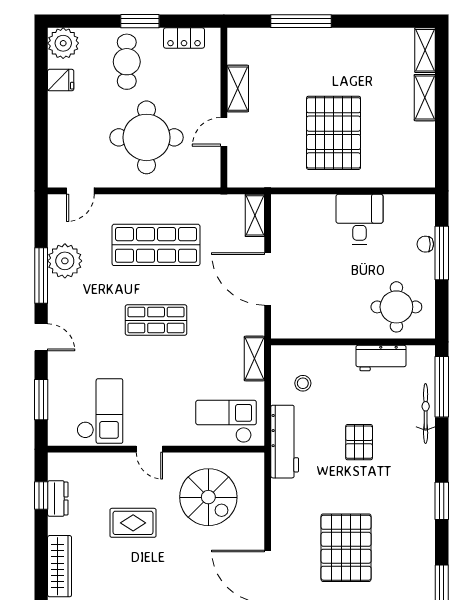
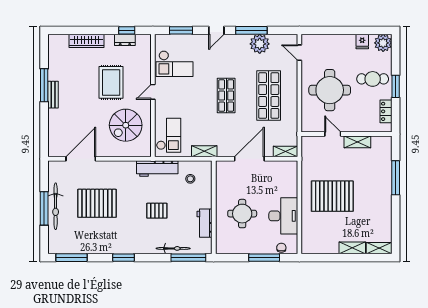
desk: (360, 219) -> (283, 216), width x1.37
chair: (425, 244) -> (281, 248), moved
round table: (396, 307) -> (242, 214), moved
rug: (133, 523) -> (111, 82), width x1.36, depth x1.43

